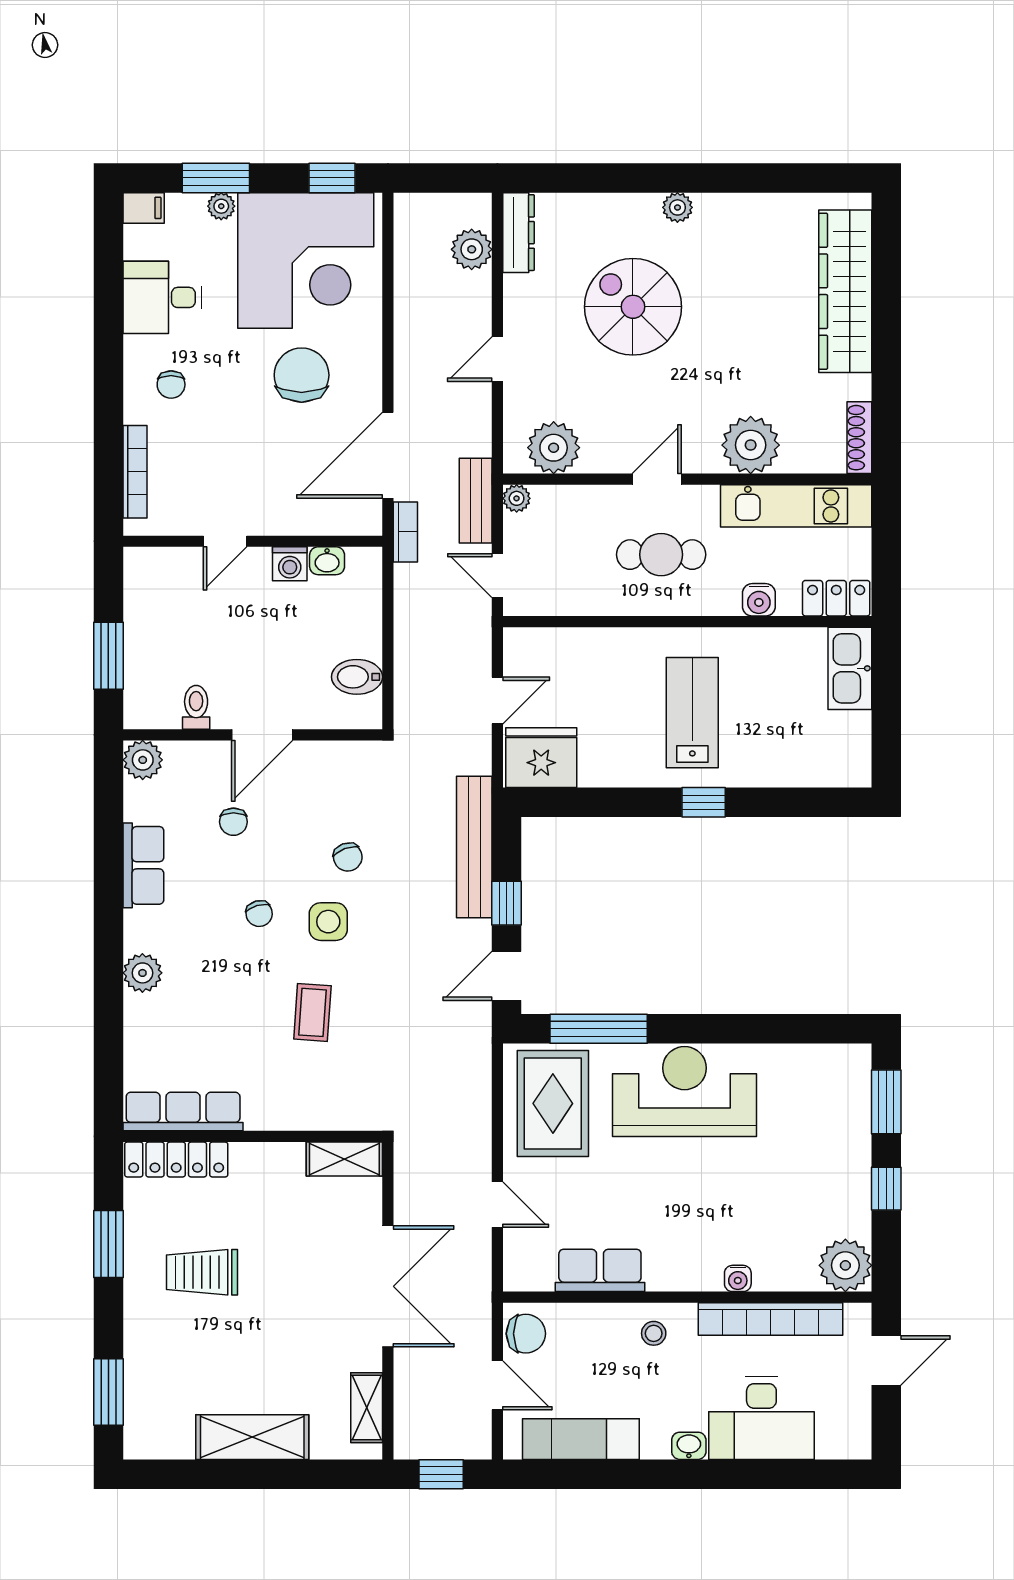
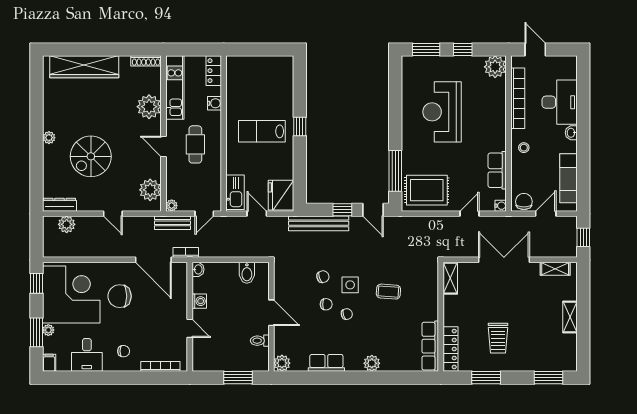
washbasin: (327, 561) -> (198, 269), moved
kitchen sink: (850, 668) -> (235, 192), moved, turned -90
chair: (233, 822) -> (326, 304), moved
reception desk: (685, 1092) -> (442, 112), moved
water cooler: (738, 1278) -> (501, 206), moved
shelving: (252, 1437) -> (570, 317), width x0.67, depth x0.75

